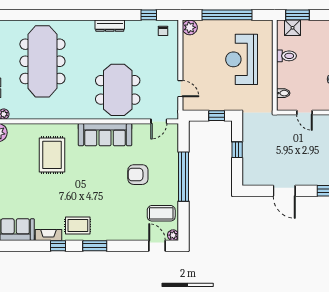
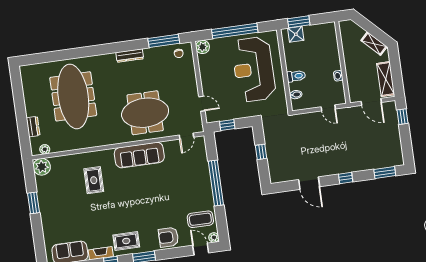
window: (149, 15) -> (164, 41), width x2.17
toilet: (286, 56) -> (296, 76), moved
reception desk: (242, 59) -> (254, 69), width x1.36, depth x1.30
meeting table: (118, 90) -> (145, 113), turned 90
door: (304, 112) -> (328, 108), moved
window: (217, 116) -> (227, 125), moved
rug: (52, 155) -> (94, 180), width x0.73, depth x0.70
armchair: (138, 175) -> (169, 237), moved

